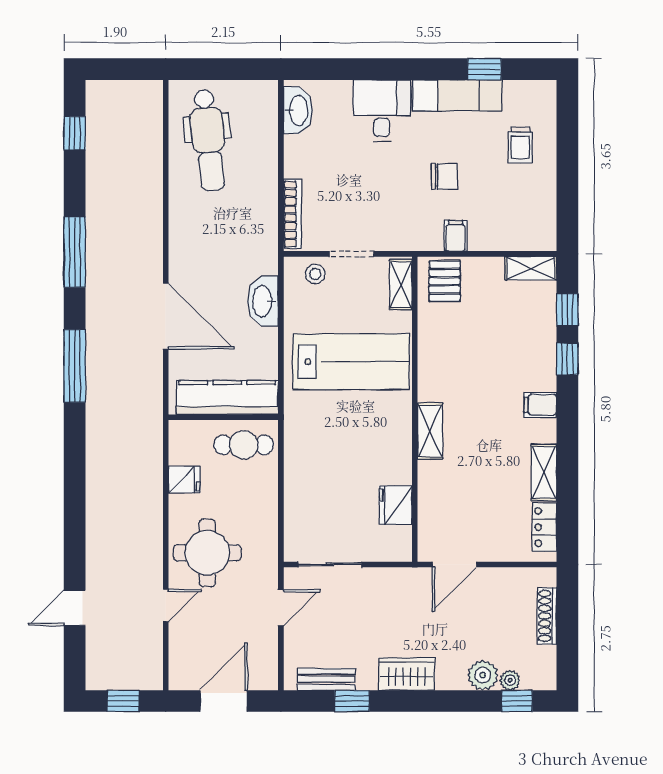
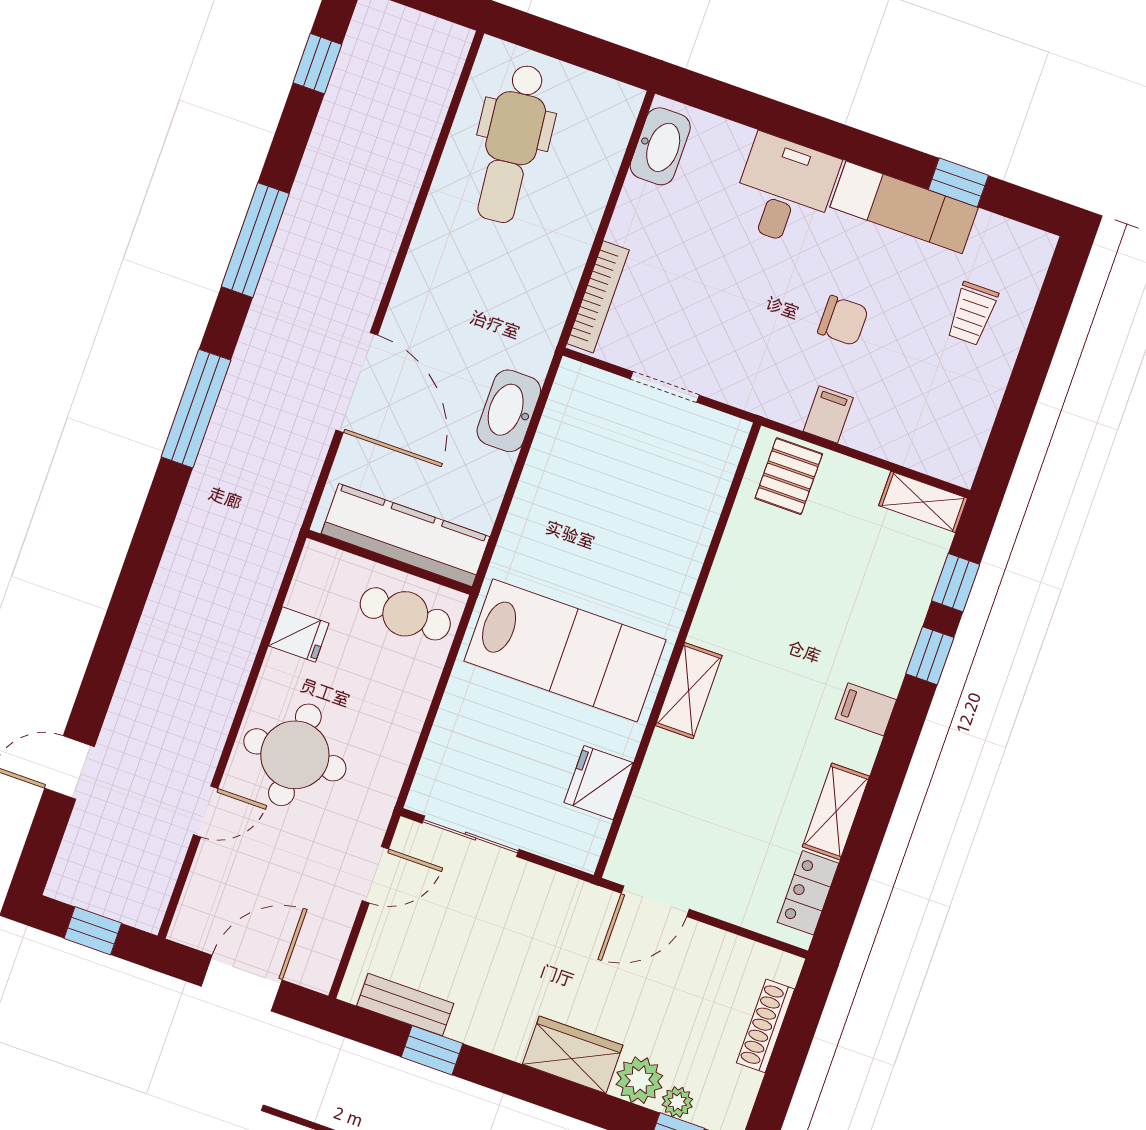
stool: (315, 274) -> (601, 398), removed
shelving: (401, 285) -> (722, 458), removed
lab bench: (351, 362) -> (565, 650), moved
wardrobe: (407, 674) -> (573, 1055), moved

